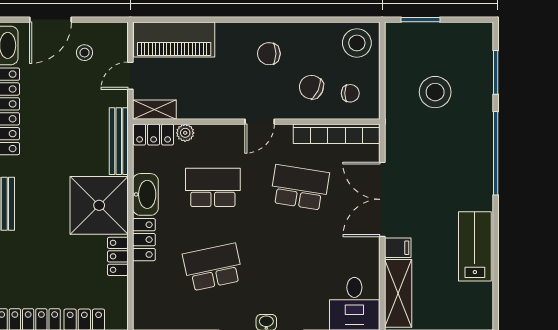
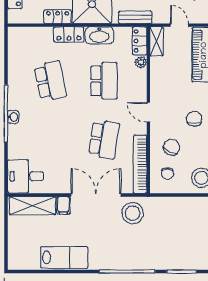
stool: (435, 92) -> (133, 213), moved
bench: (119, 141) -> (135, 17), width x0.73

